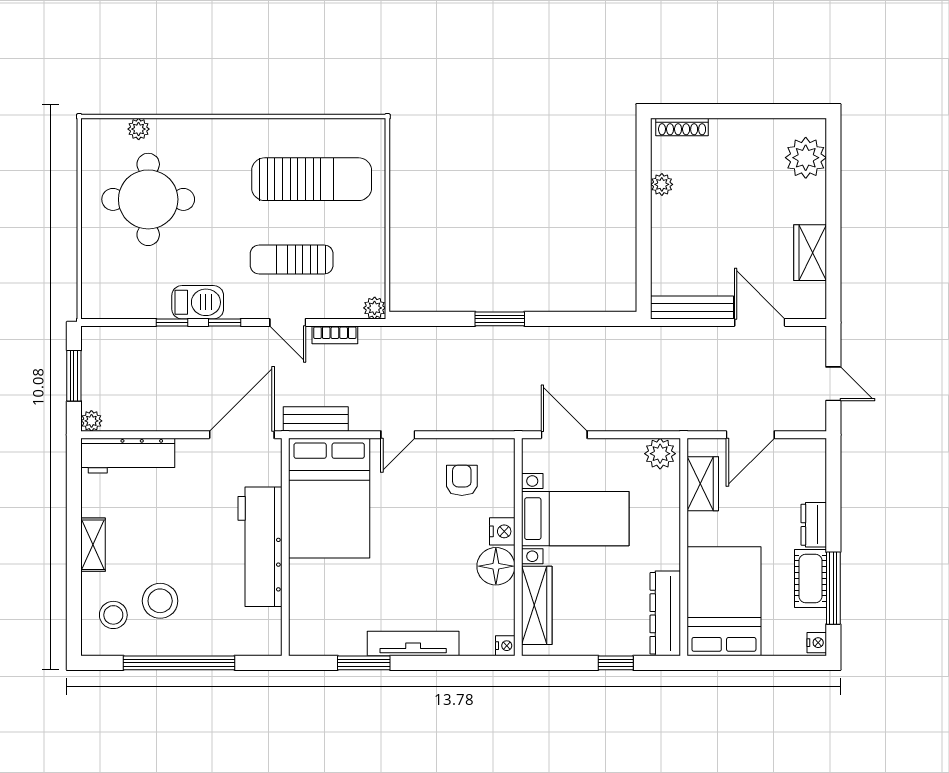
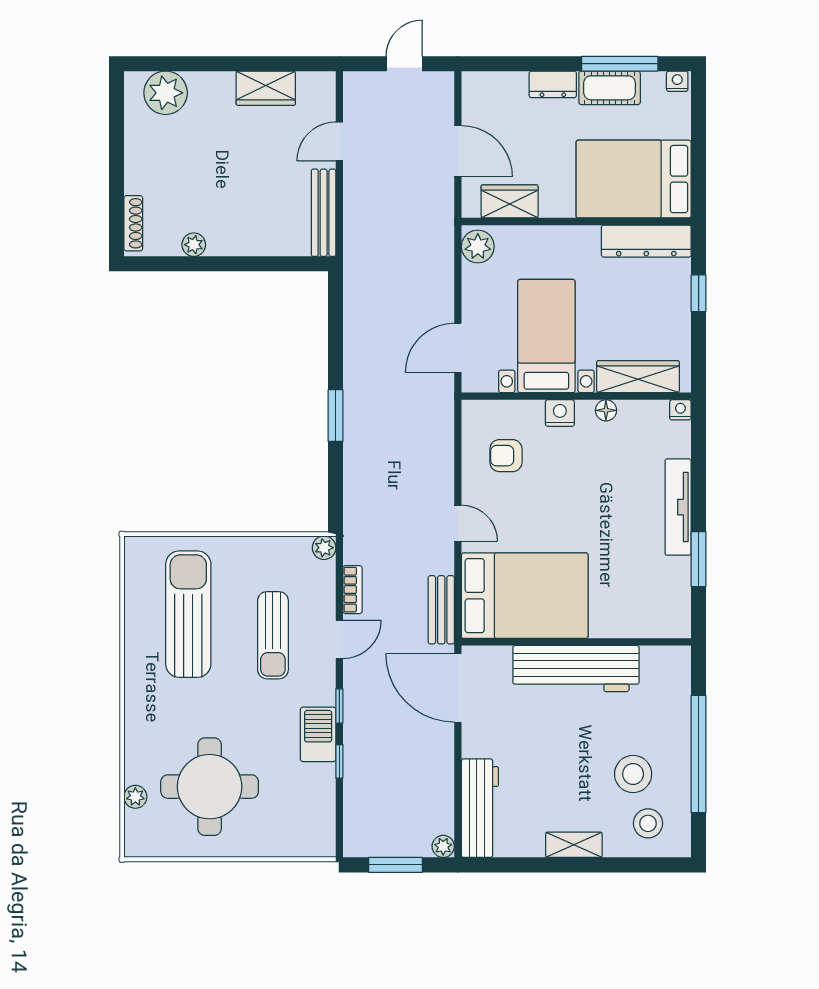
door: (760, 322) -> (339, 141), width x0.73
floor lamp: (496, 566) -> (606, 410), width x0.53, depth x0.53

